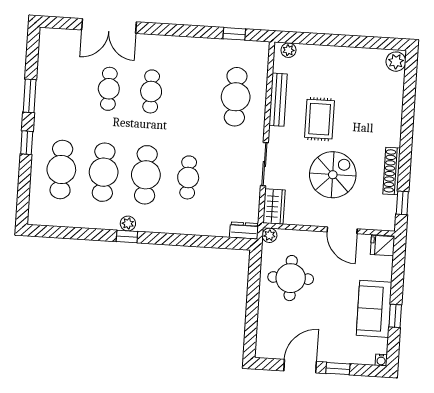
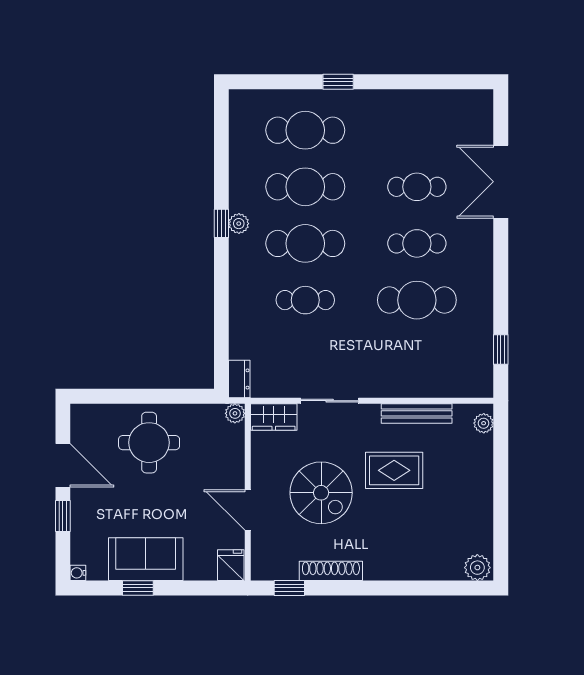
window: (30, 96) -> (401, 82), removed
cafe table: (236, 97) -> (417, 300), moved
door: (342, 230) -> (248, 510), hinge flipped
round table: (291, 278) -> (149, 443), moved

